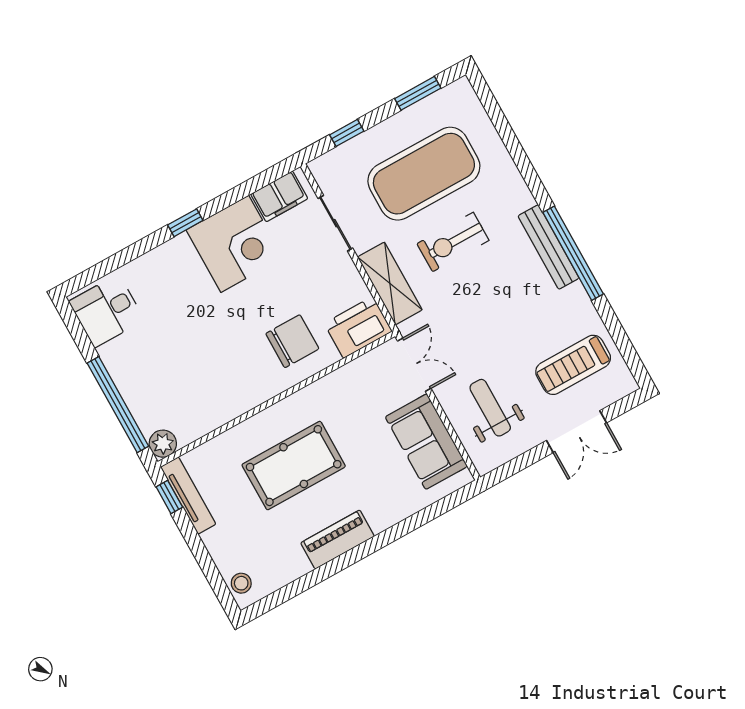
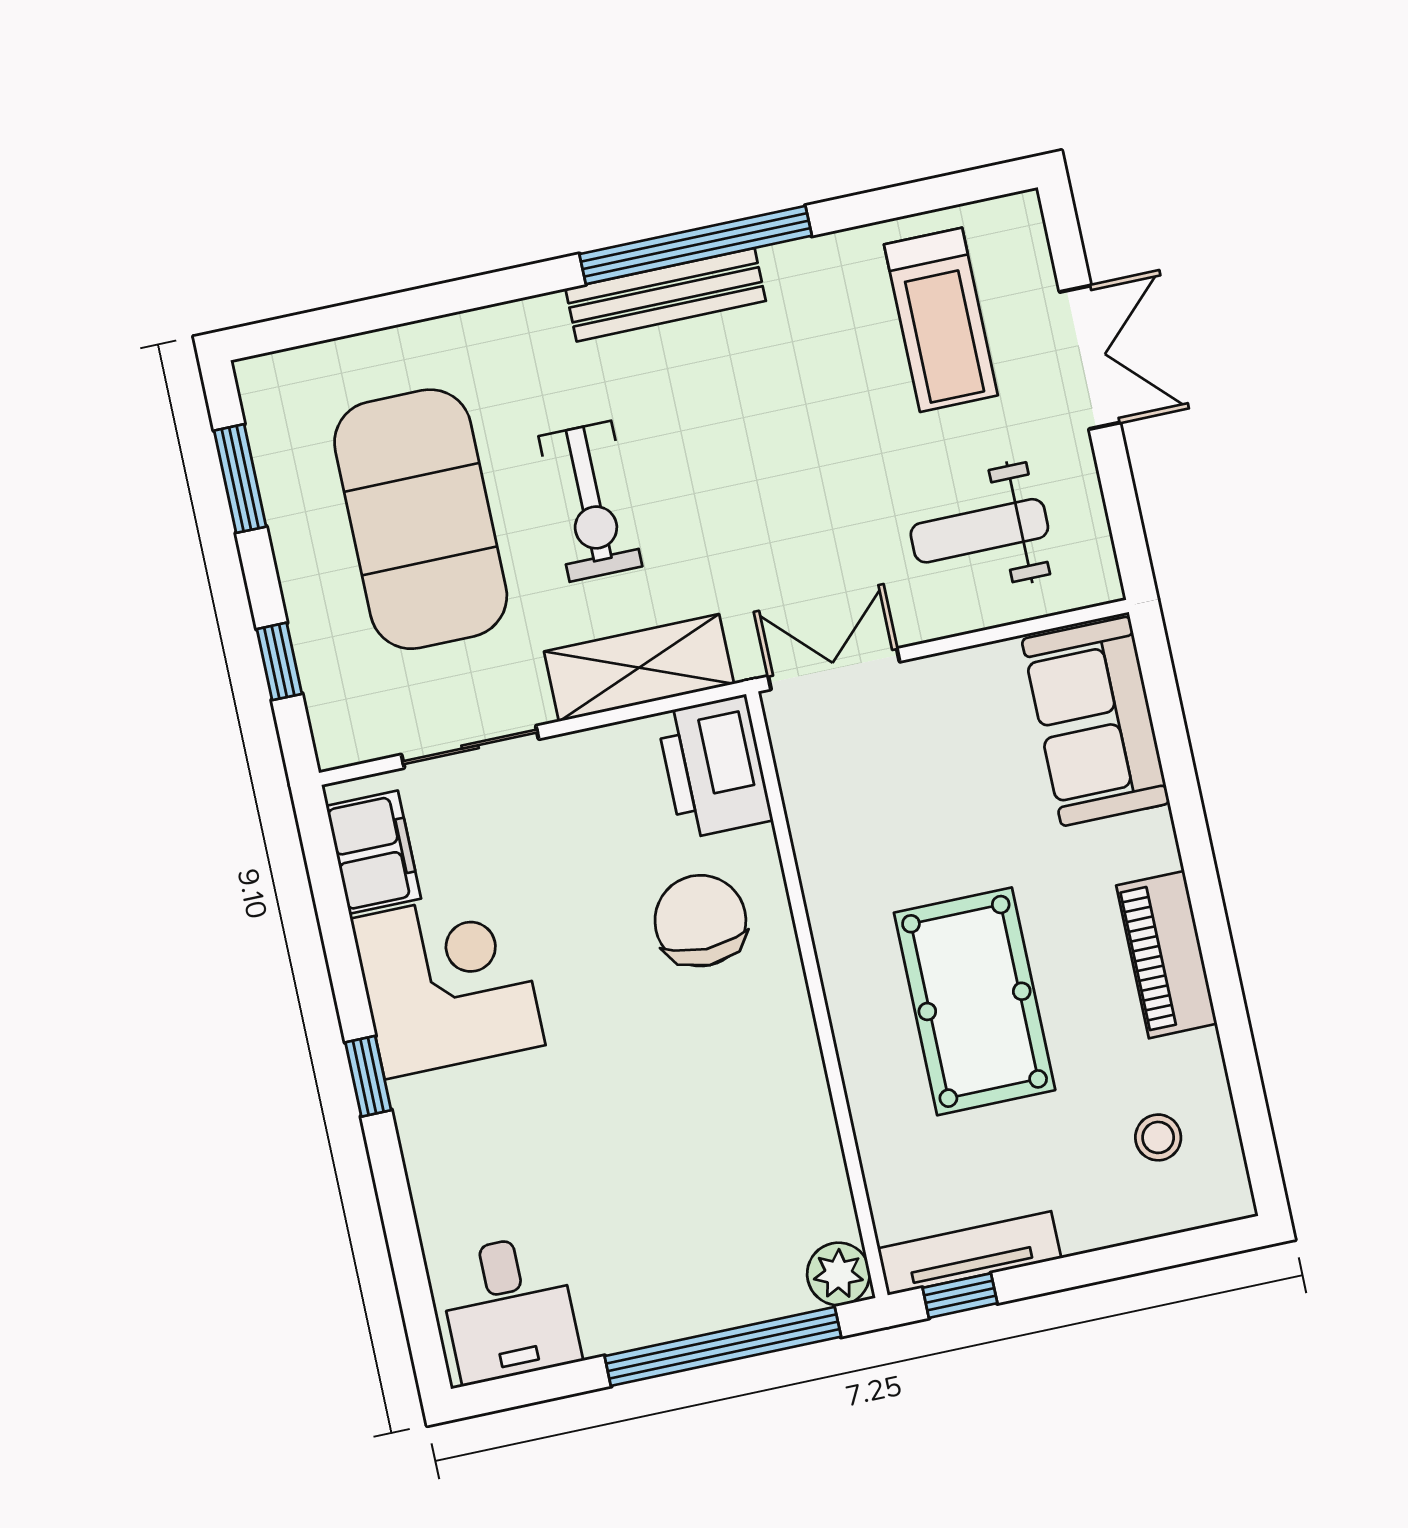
sofa: (426, 442) -> (1096, 721), moved, turned 90
stool: (241, 583) -> (1158, 1137), moved

